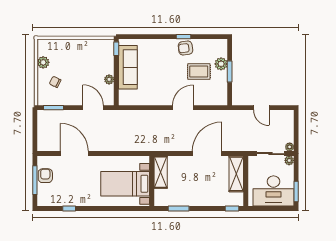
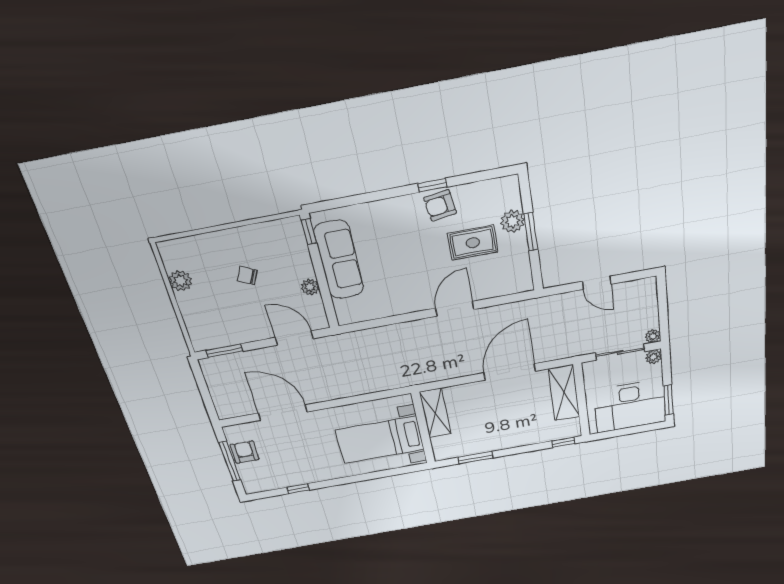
chair: (55, 82) -> (247, 276), moved

